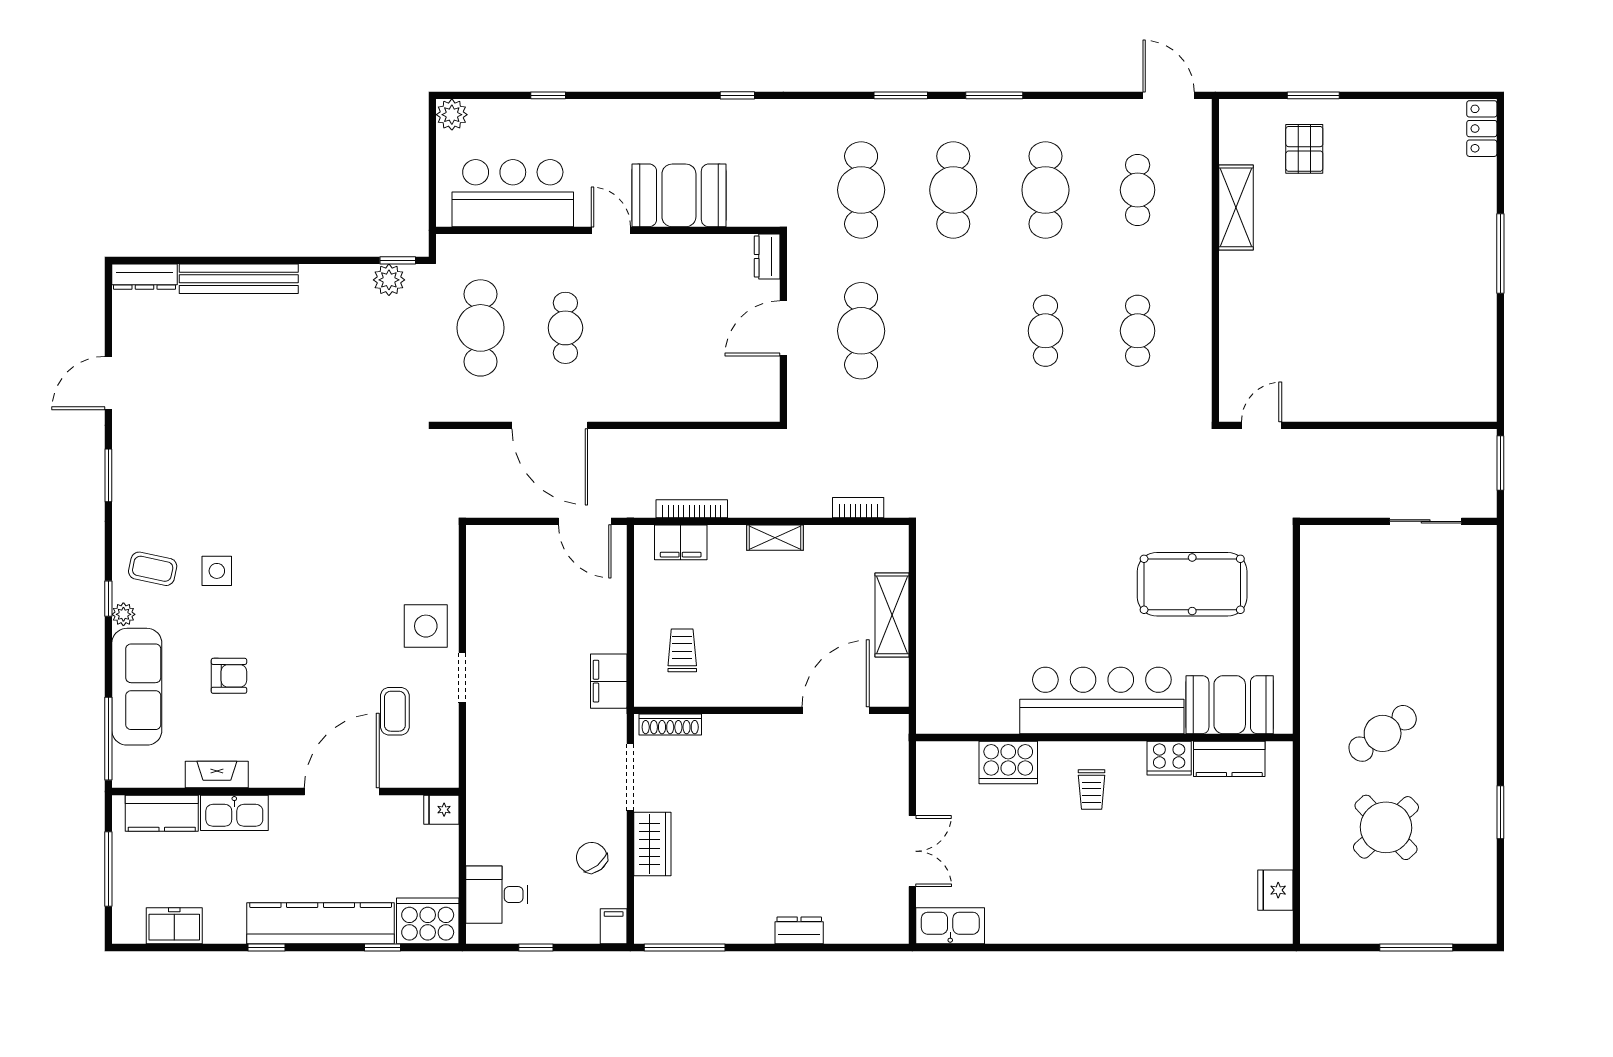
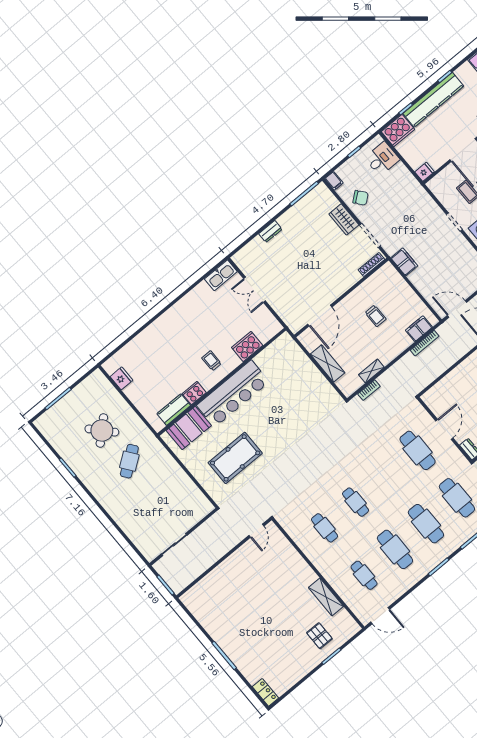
shelving: (775, 538) -> (371, 371), moved
trolley: (682, 650) -> (376, 316), moved

